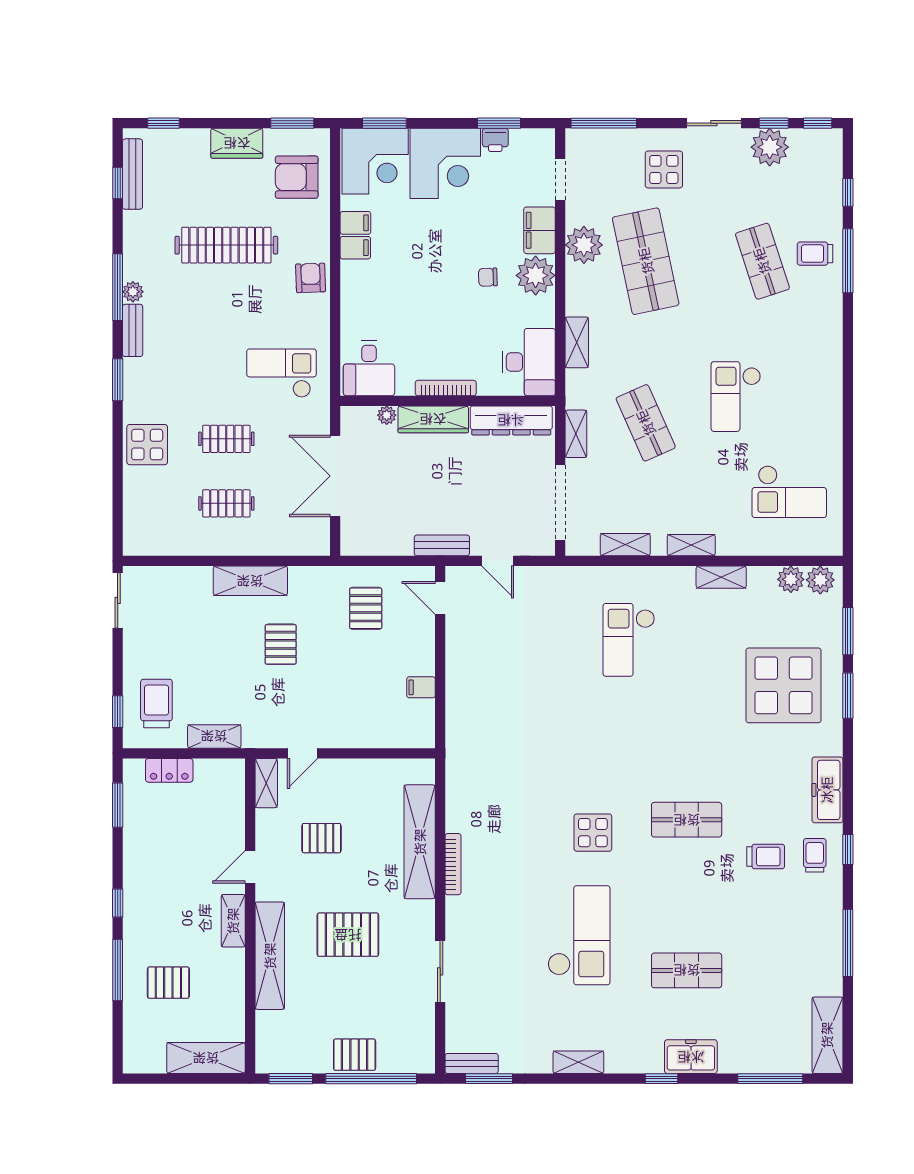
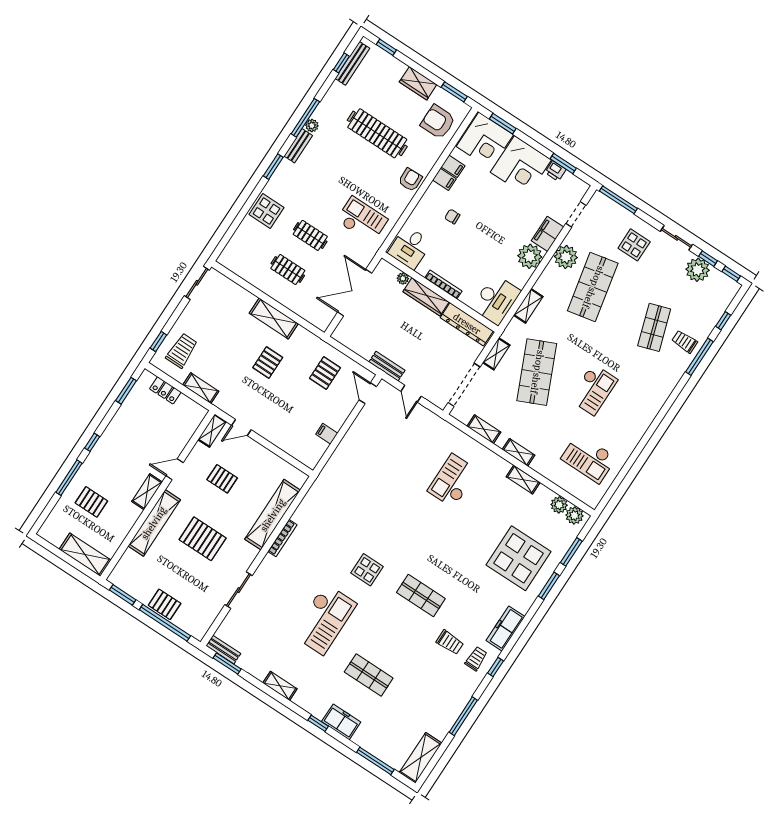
chair: (488, 277) -> (452, 217), moved
checkout: (736, 397) -> (593, 389), turned 180
shop shelf: (646, 423) -> (537, 372), width x1.43, depth x1.36

